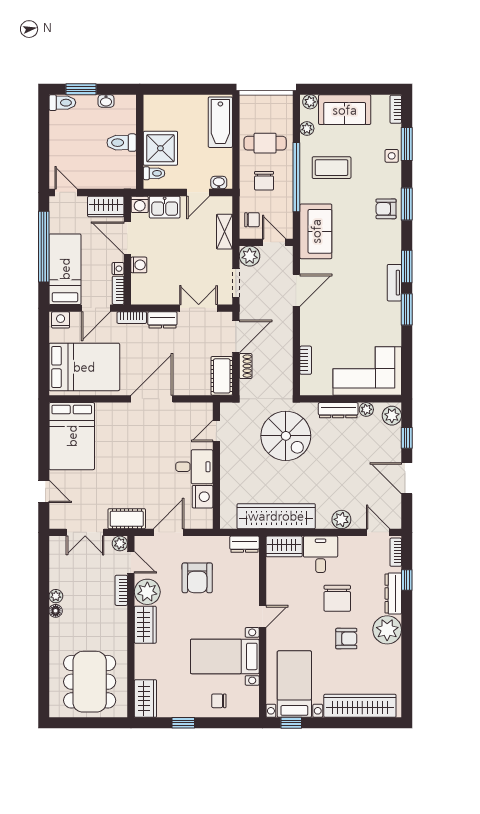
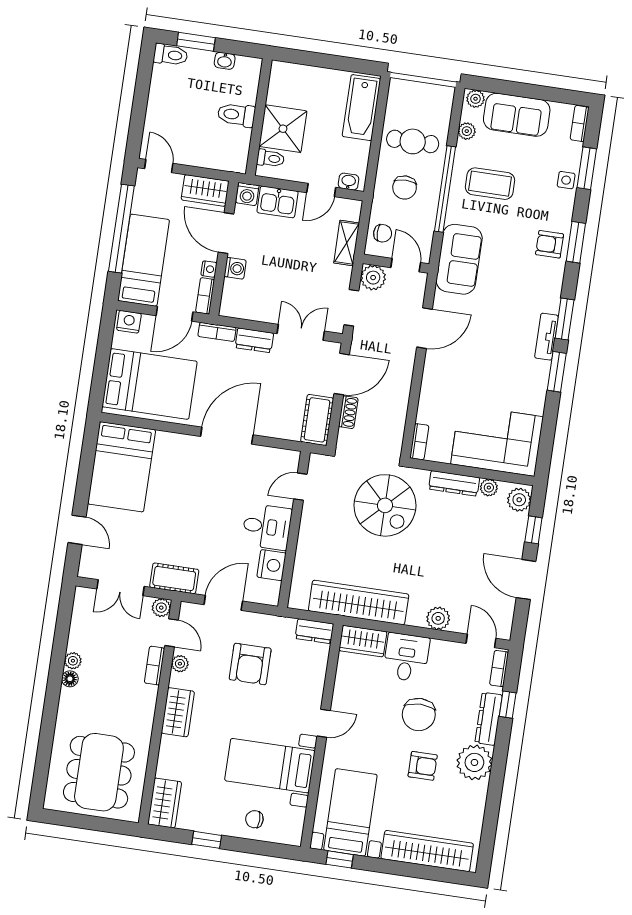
bookcase: (306, 360) -> (419, 442), moved
plant: (147, 592) -> (180, 664), width x0.53, depth x0.53

